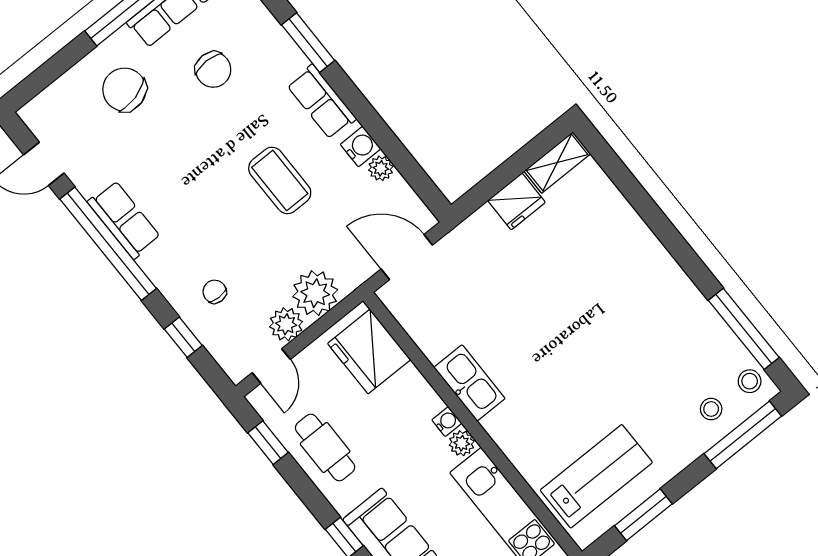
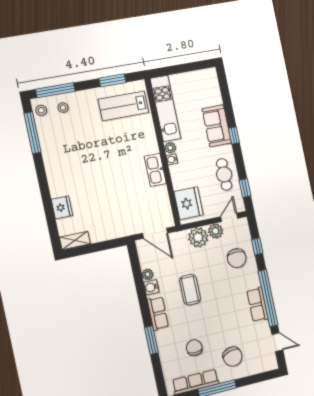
fridge: (517, 201) -> (62, 207), moved, turned 90
chair: (215, 292) -> (237, 258), width x1.87, depth x1.87

